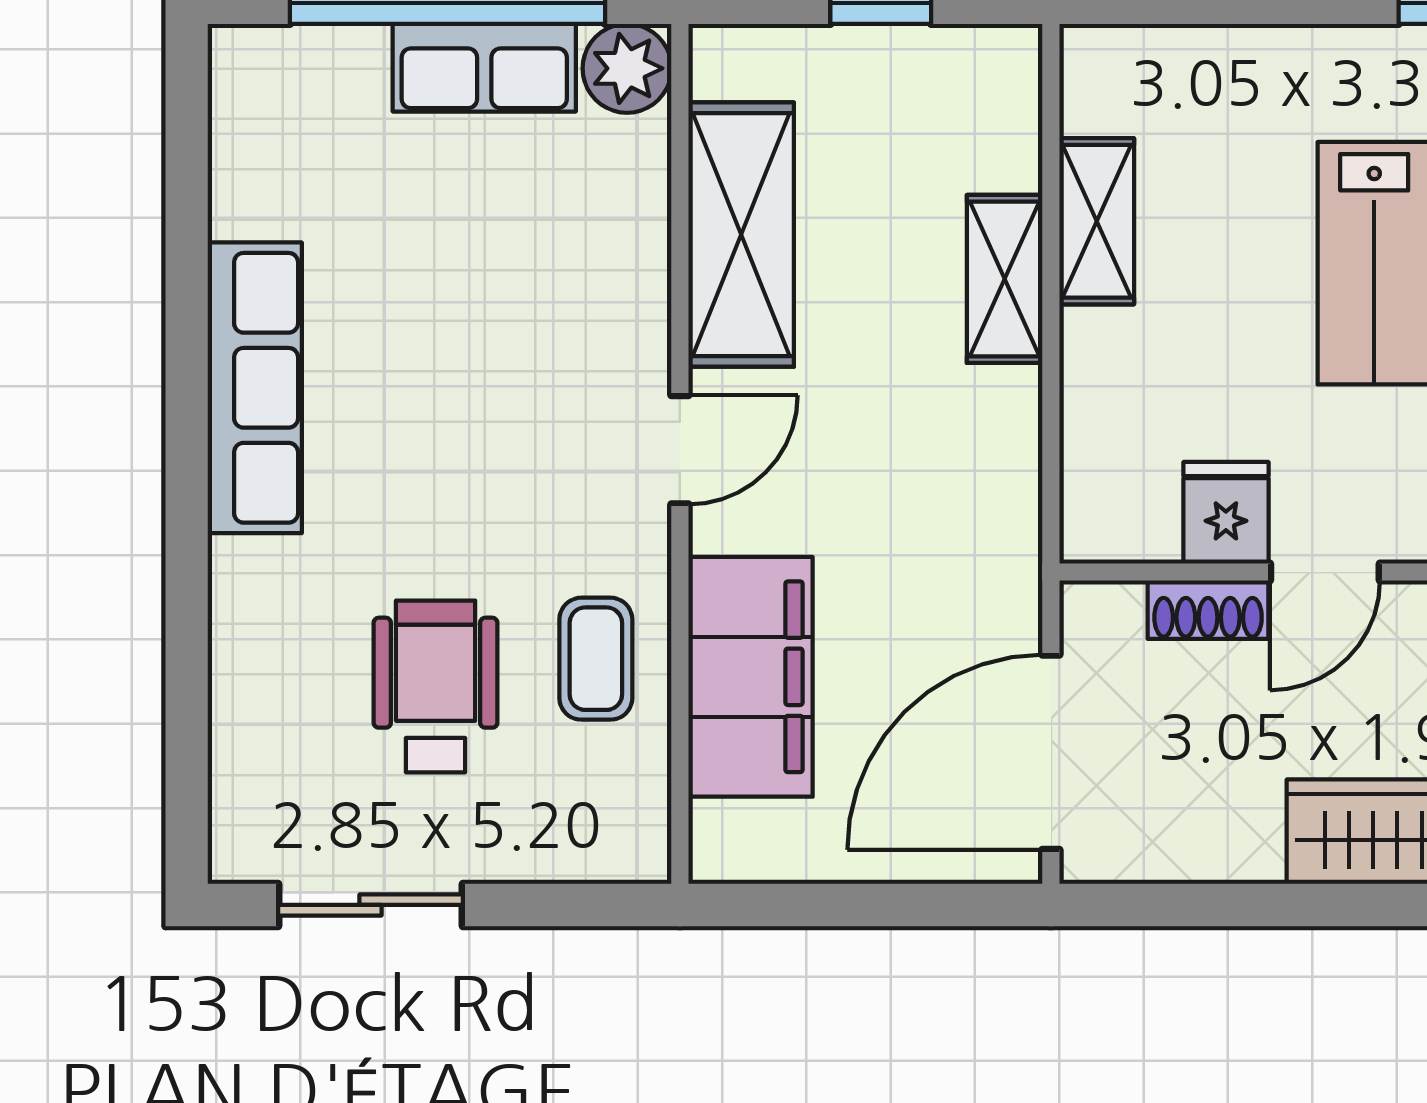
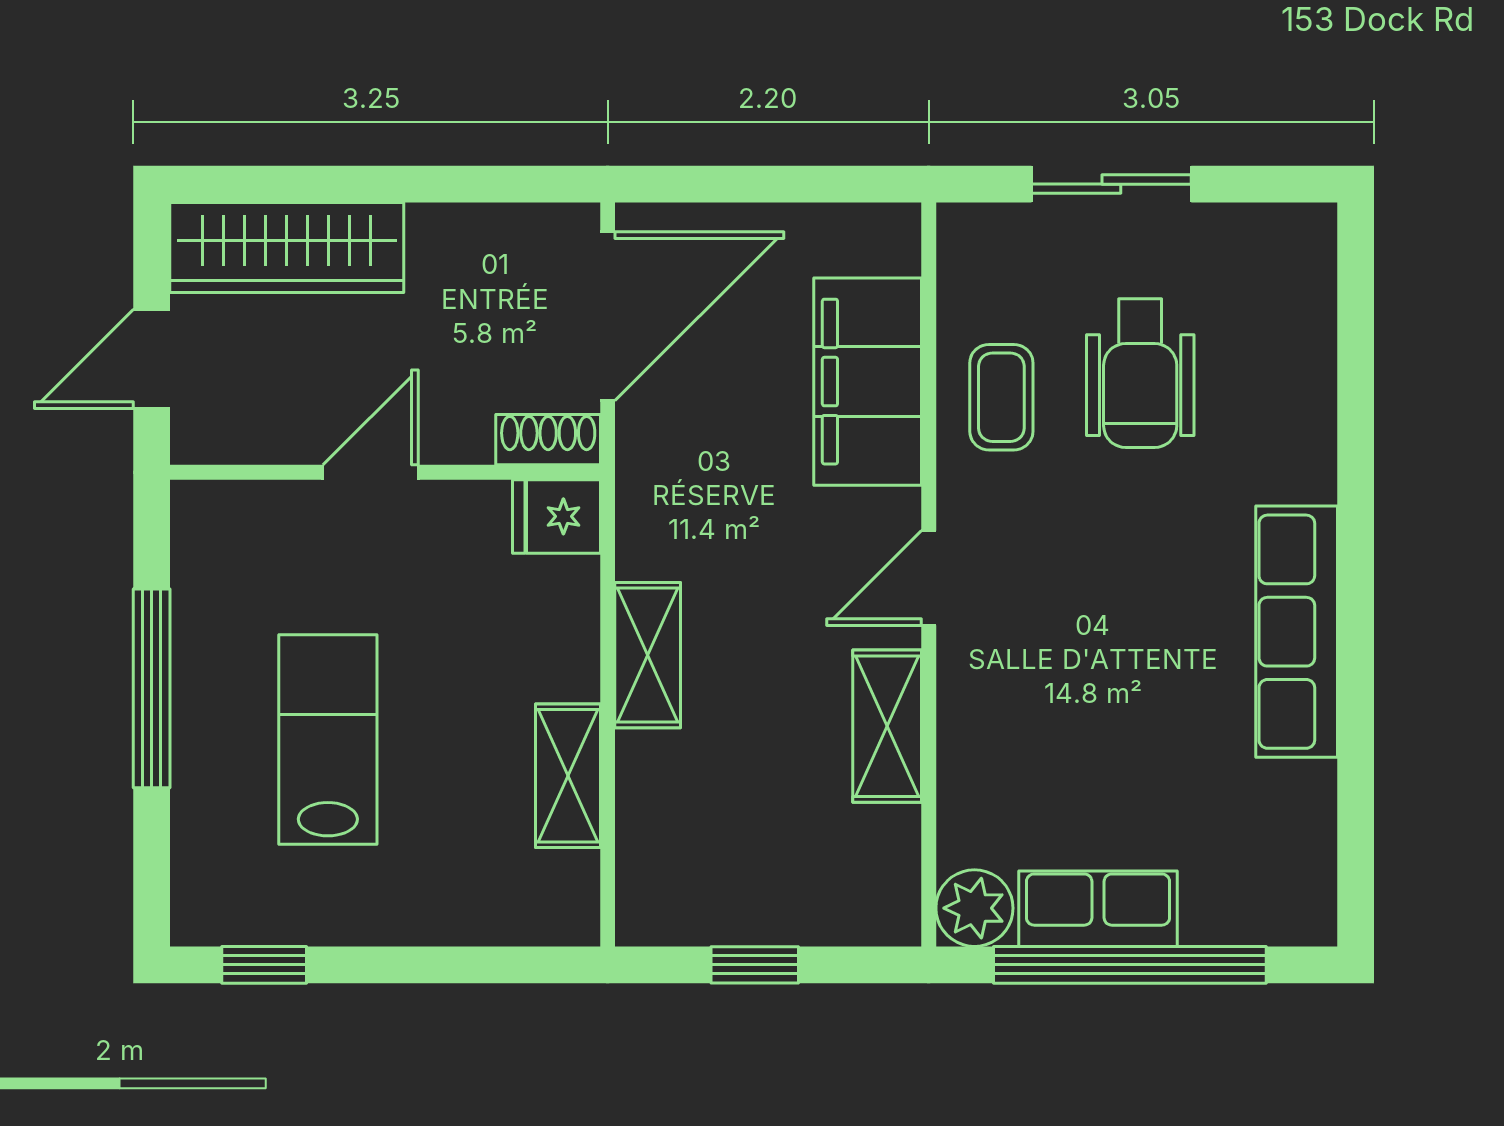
shelving: (741, 235) -> (887, 726), width x0.67, depth x0.75
shelving: (1005, 279) -> (648, 655), moved
fridge: (1226, 513) -> (556, 516), moved, turned 90
shoe rack: (1208, 610) -> (548, 440), moved
sliding door: (370, 905) -> (1111, 184), moved

